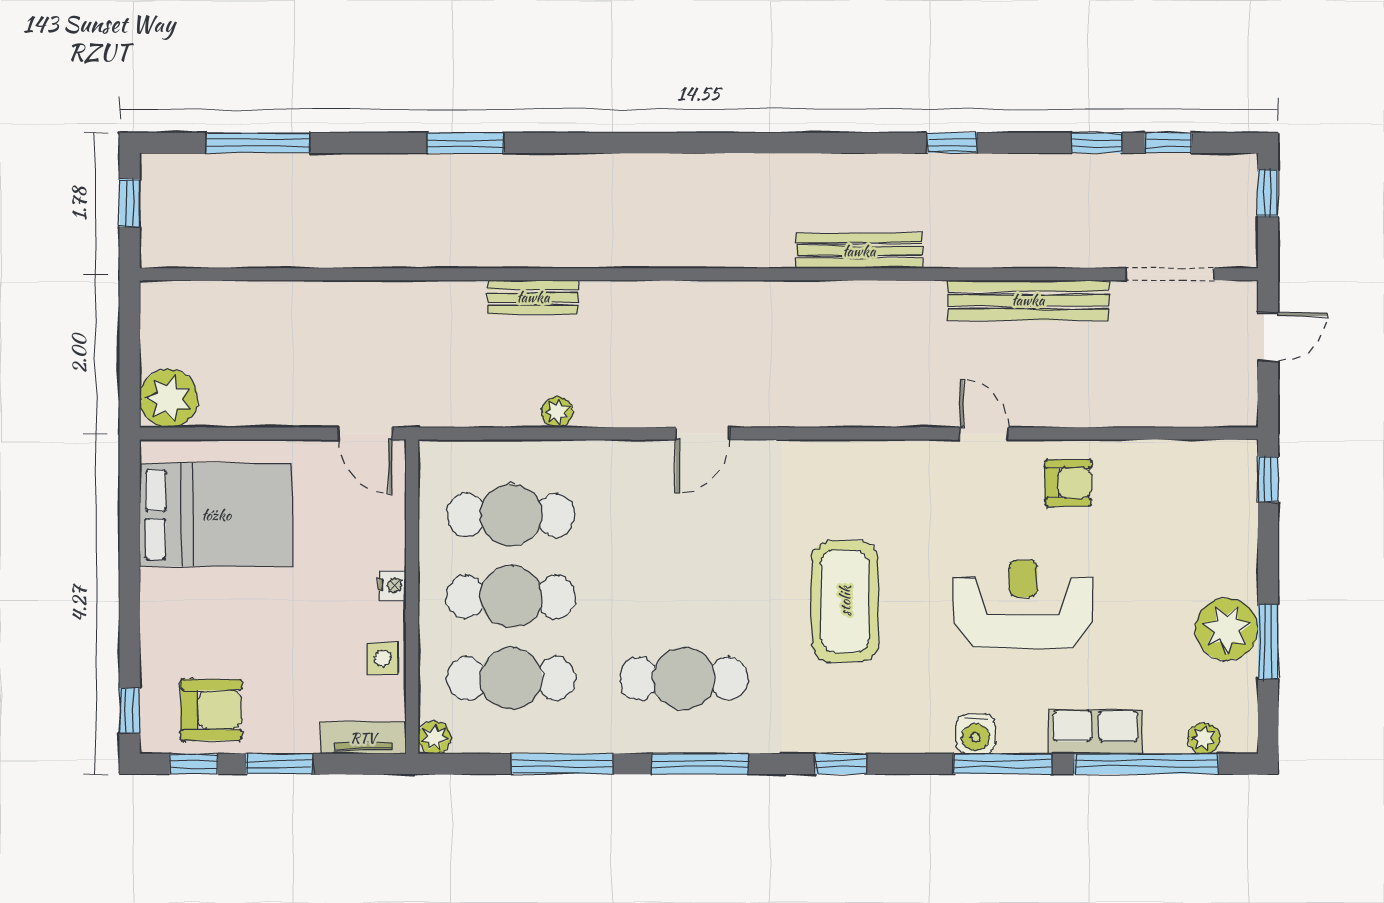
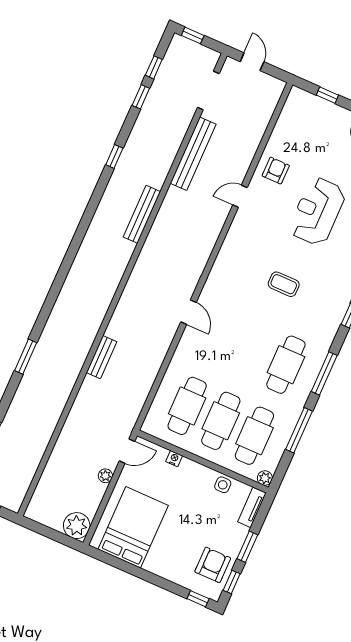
plant: (557, 412) -> (105, 476), moved
window: (1268, 479) -> (327, 95), moved
nightstand: (393, 585) -> (174, 459), moved
coffee table: (845, 601) -> (284, 284), width x0.54, depth x0.58

